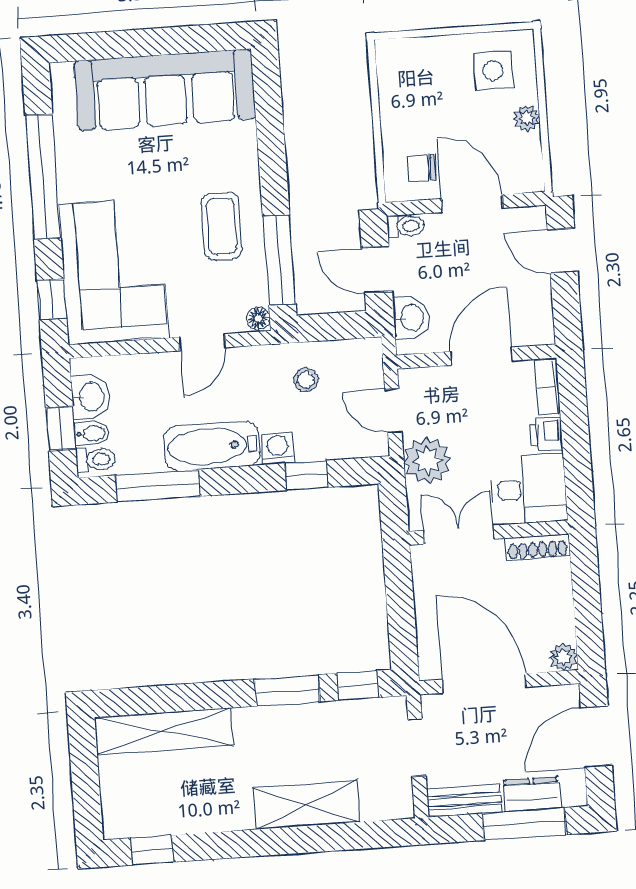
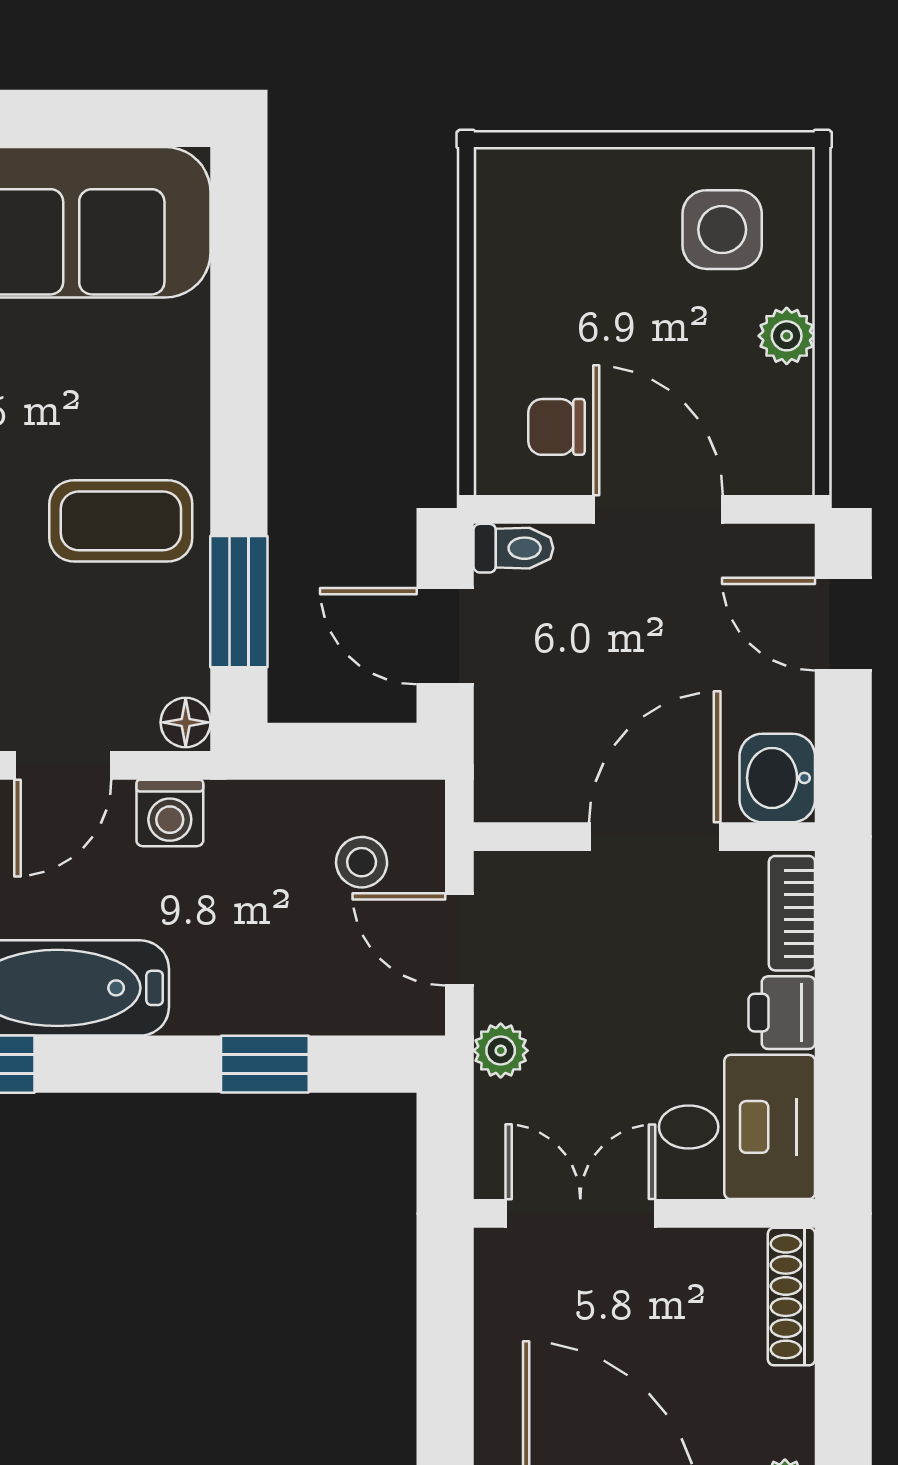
coffee table: (222, 226) -> (121, 521), turned 90
window: (279, 260) -> (239, 602), width x0.69
washbasin: (411, 318) -> (777, 778), moved, turned 180
stool: (306, 380) -> (362, 862), moved
washing machine: (278, 448) -> (170, 813), moved, turned 180
plant: (427, 460) -> (501, 1051), width x0.53, depth x0.53
shoe rack: (537, 547) -> (791, 1297), moved, turned 90

